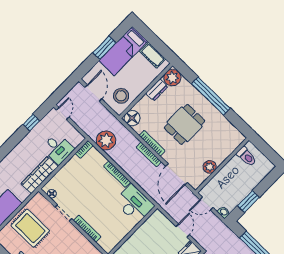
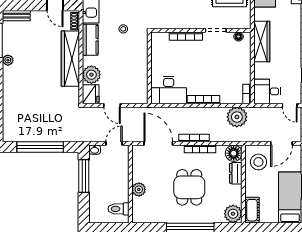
cot: (153, 55) -> (252, 210), moved, turned 90
dresser: (157, 90) -> (236, 173), moved
door: (93, 93) -> (282, 143), hinge flipped
desk: (58, 149) -> (267, 91), moved
plant: (210, 167) -> (139, 189), moved
window: (248, 202) -> (84, 176), width x1.44

